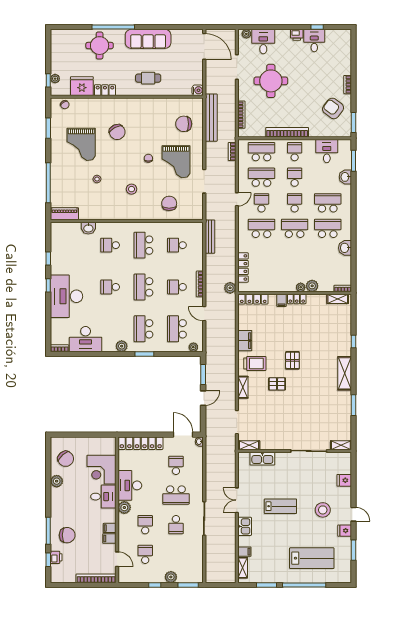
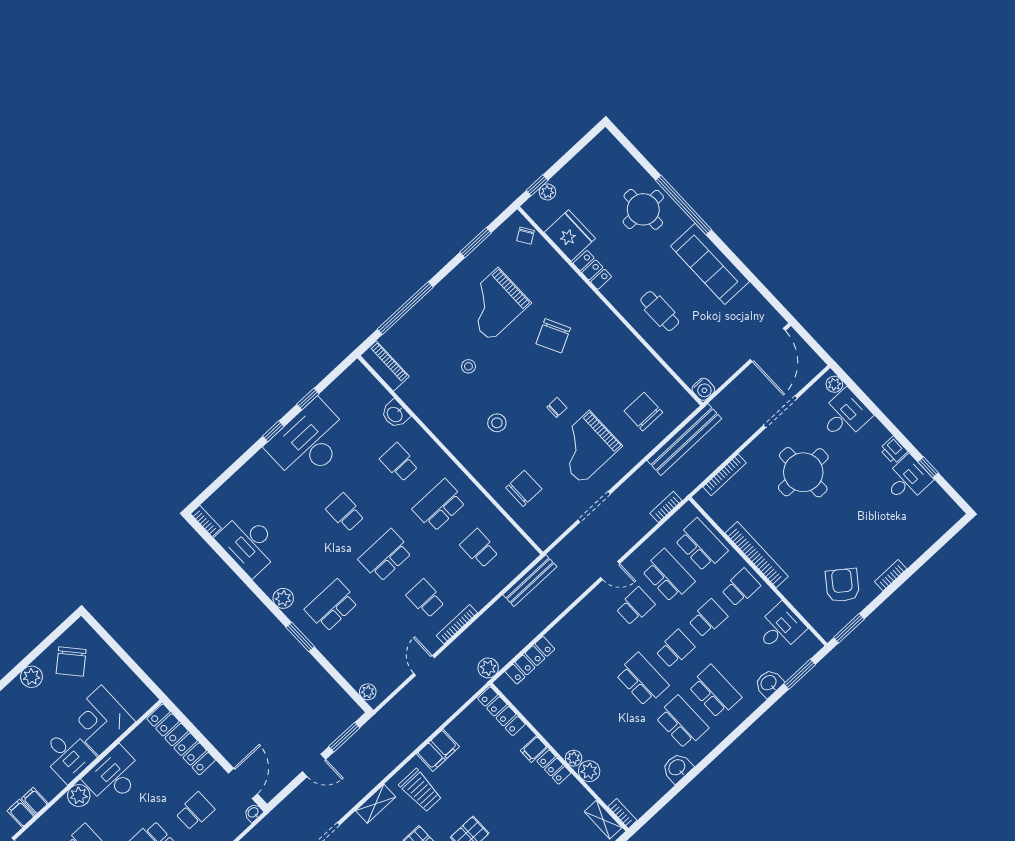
school desk: (261, 228) -> (602, 637), removed
desk: (67, 296) -> (309, 442), moved
school desk: (177, 329) -> (372, 649), removed

